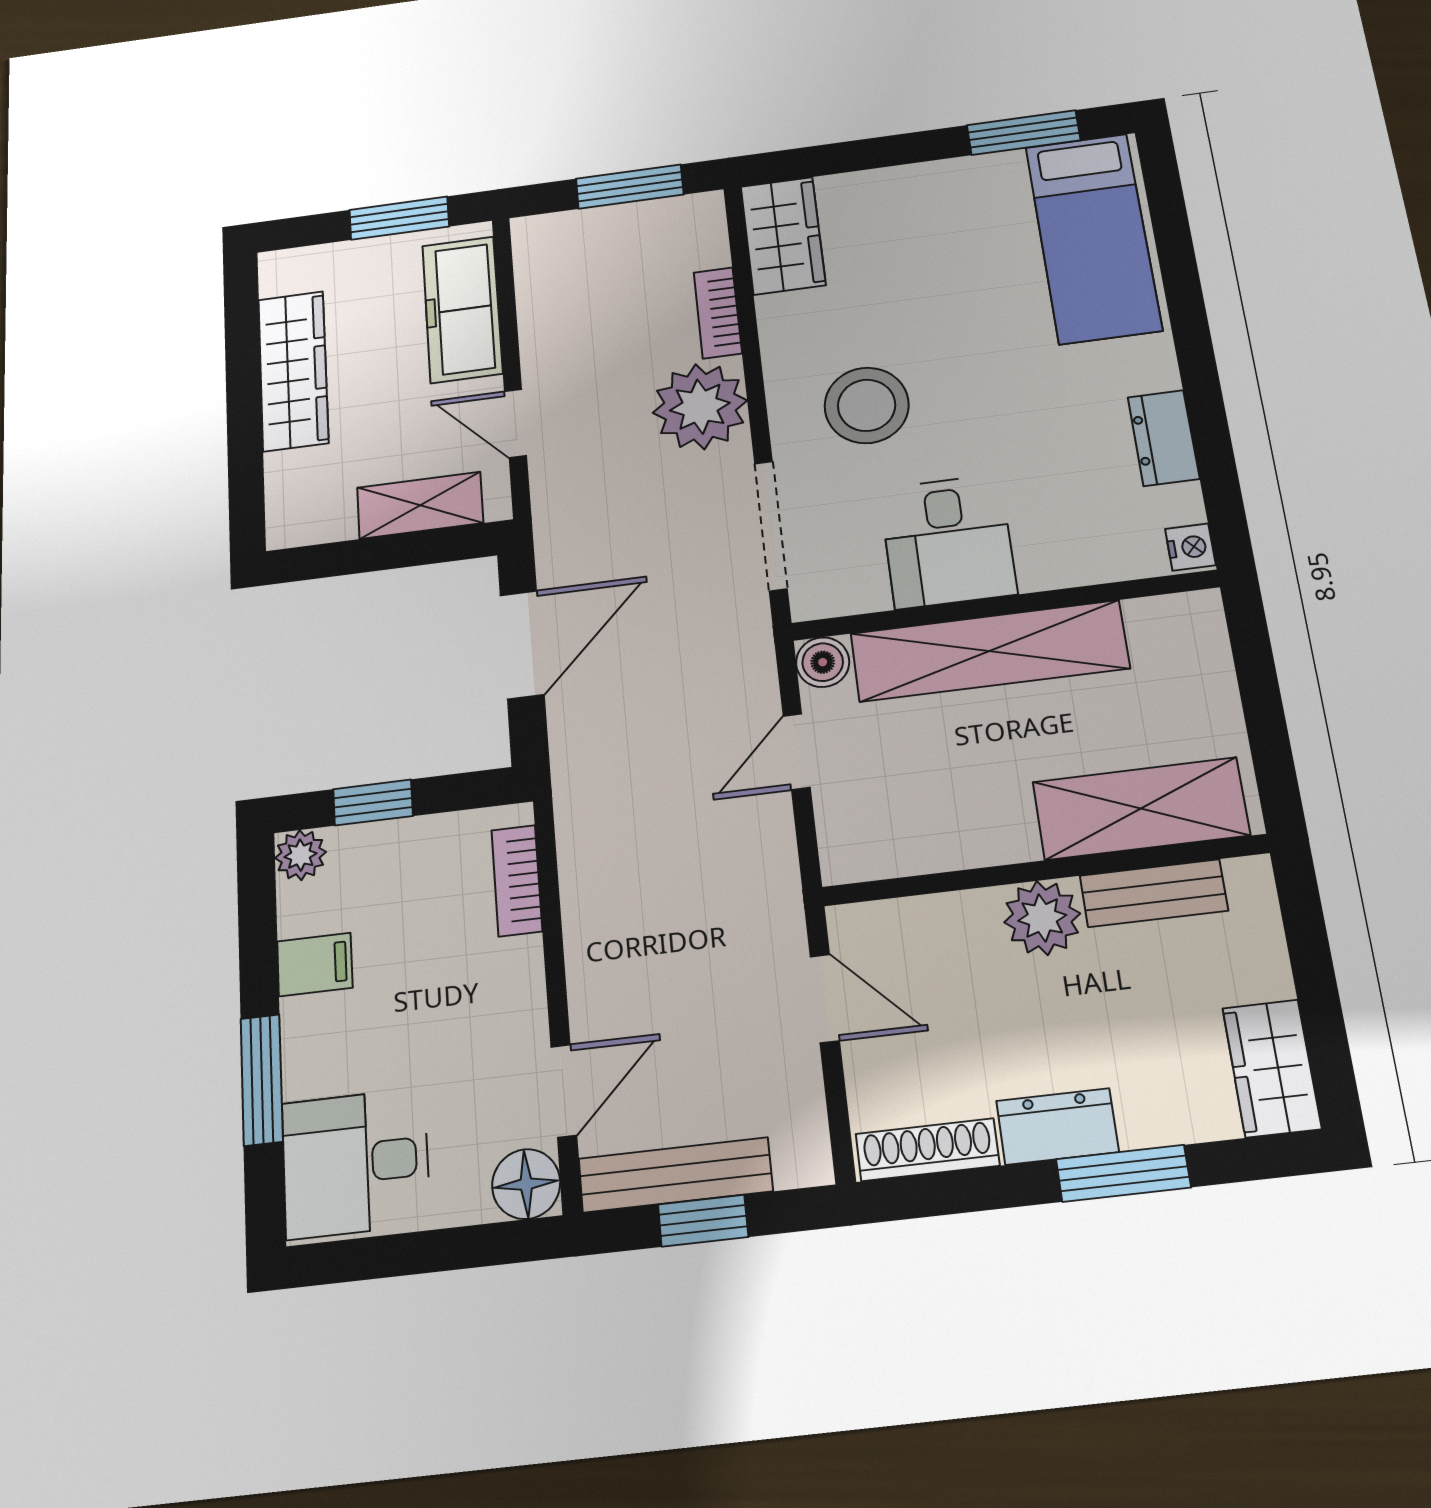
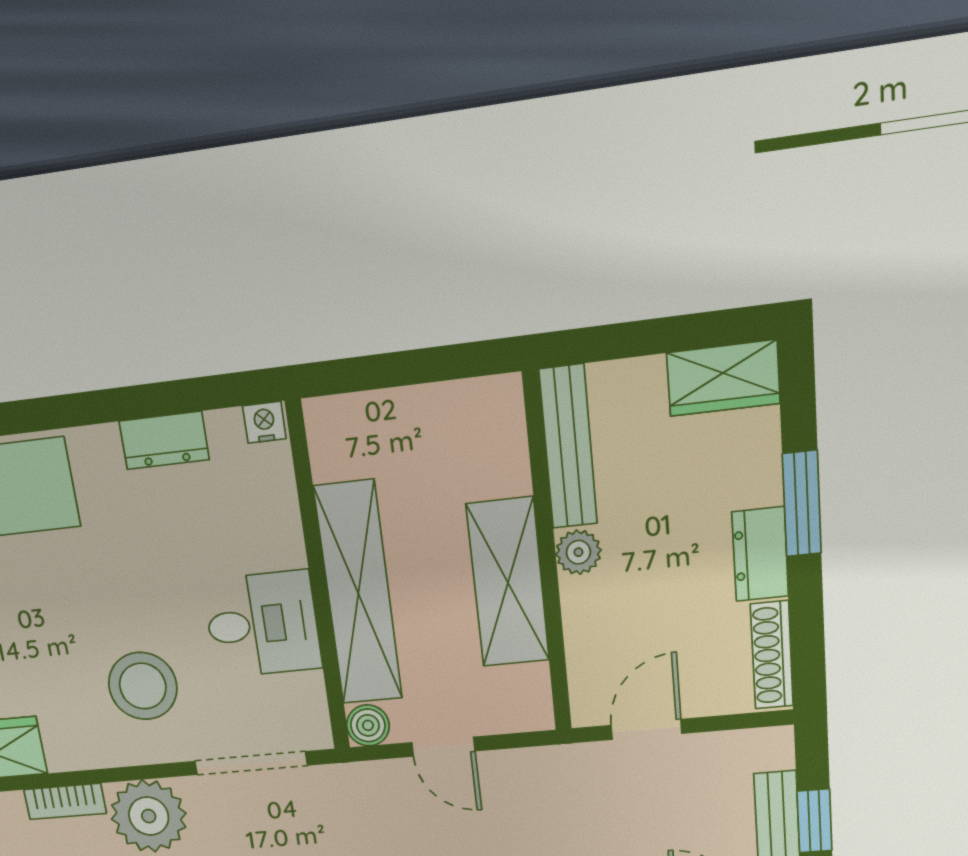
shelving: (1141, 809) -> (508, 583), moved
bench: (1154, 893) -> (568, 447), width x1.36
plant: (1042, 918) -> (578, 552), width x0.73, depth x0.73

